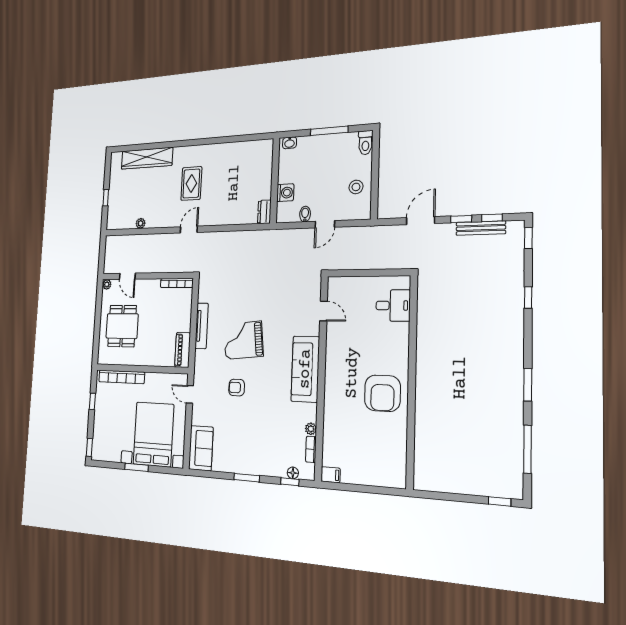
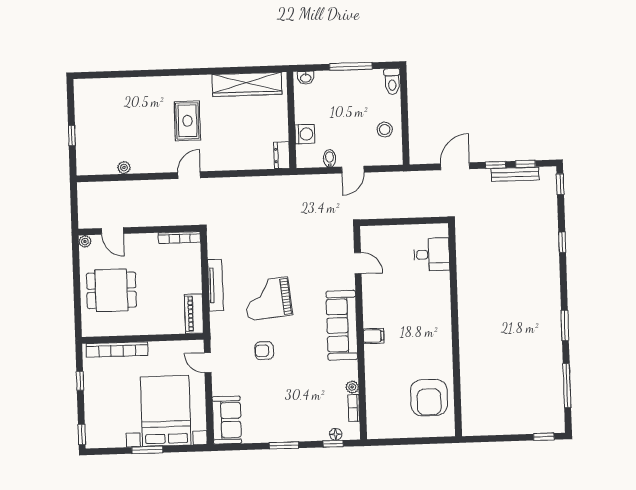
wardrobe: (147, 158) -> (247, 84), moved
dining table: (122, 326) -> (111, 290), turned 90
armchair: (382, 393) -> (429, 398), moved
filing cabinet: (331, 475) -> (374, 336), moved

